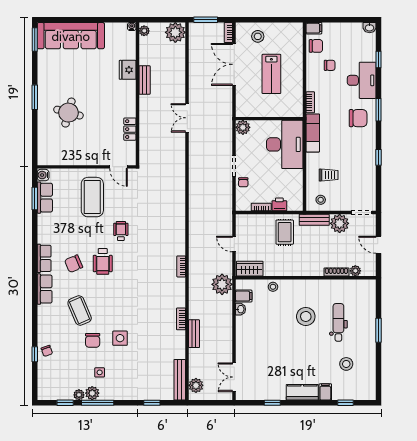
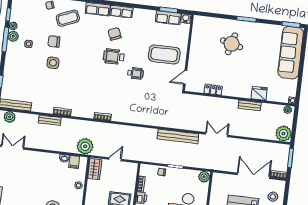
bench: (195, 167) -> (178, 136), added
coffee table: (80, 310) -> (68, 18), moved

